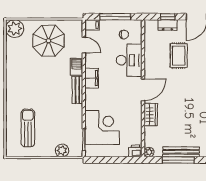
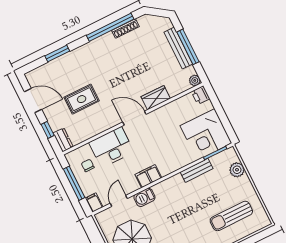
dresser: (168, 25) -> (63, 140), moved
bench: (77, 90) -> (197, 170), moved
corner desk: (102, 127) -> (206, 134), moved, turned -90

